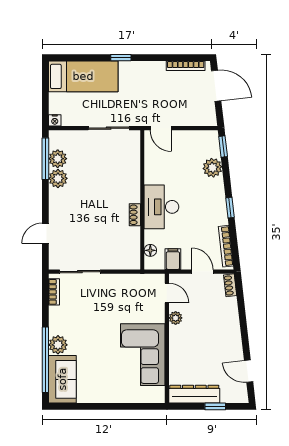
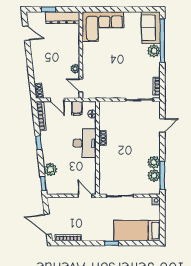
corner sofa: (143, 355) -> (103, 27), moved, turned 90

